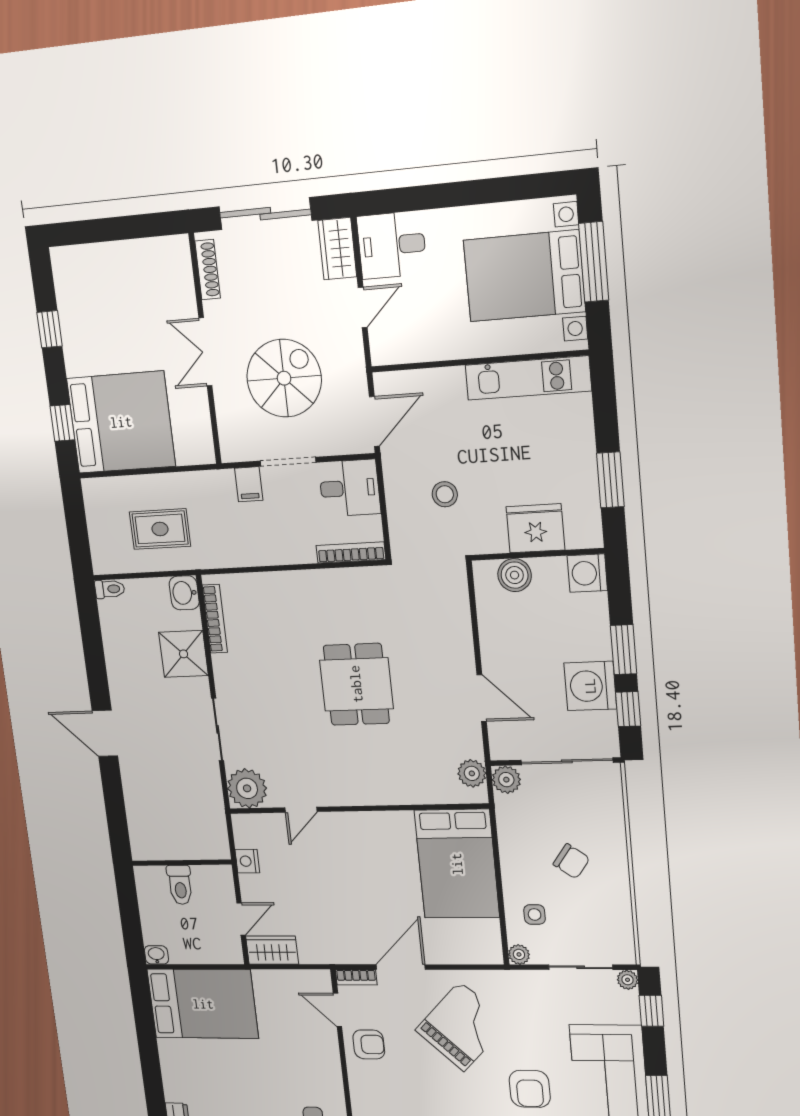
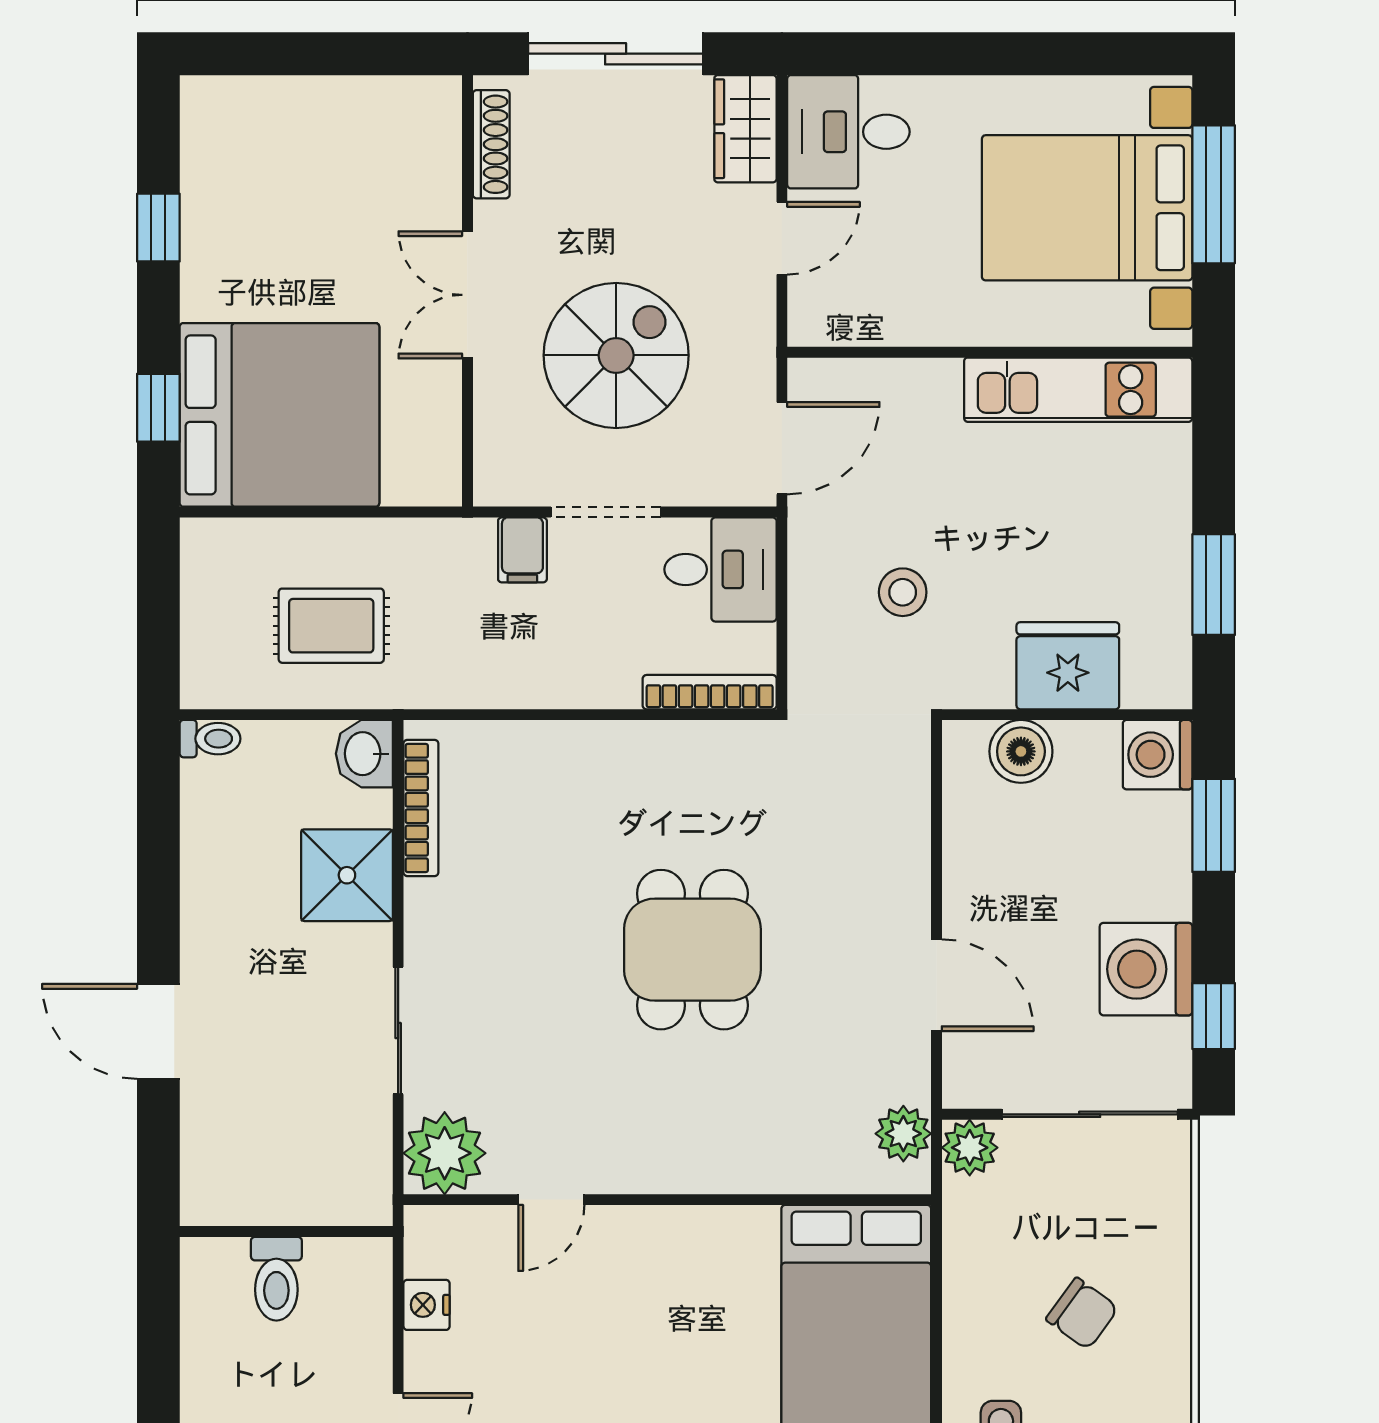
window: (624, 650) -> (1214, 825), moved
wall: (182, 863) -> (286, 1232), moved
toilet: (180, 885) -> (276, 1279), moved

